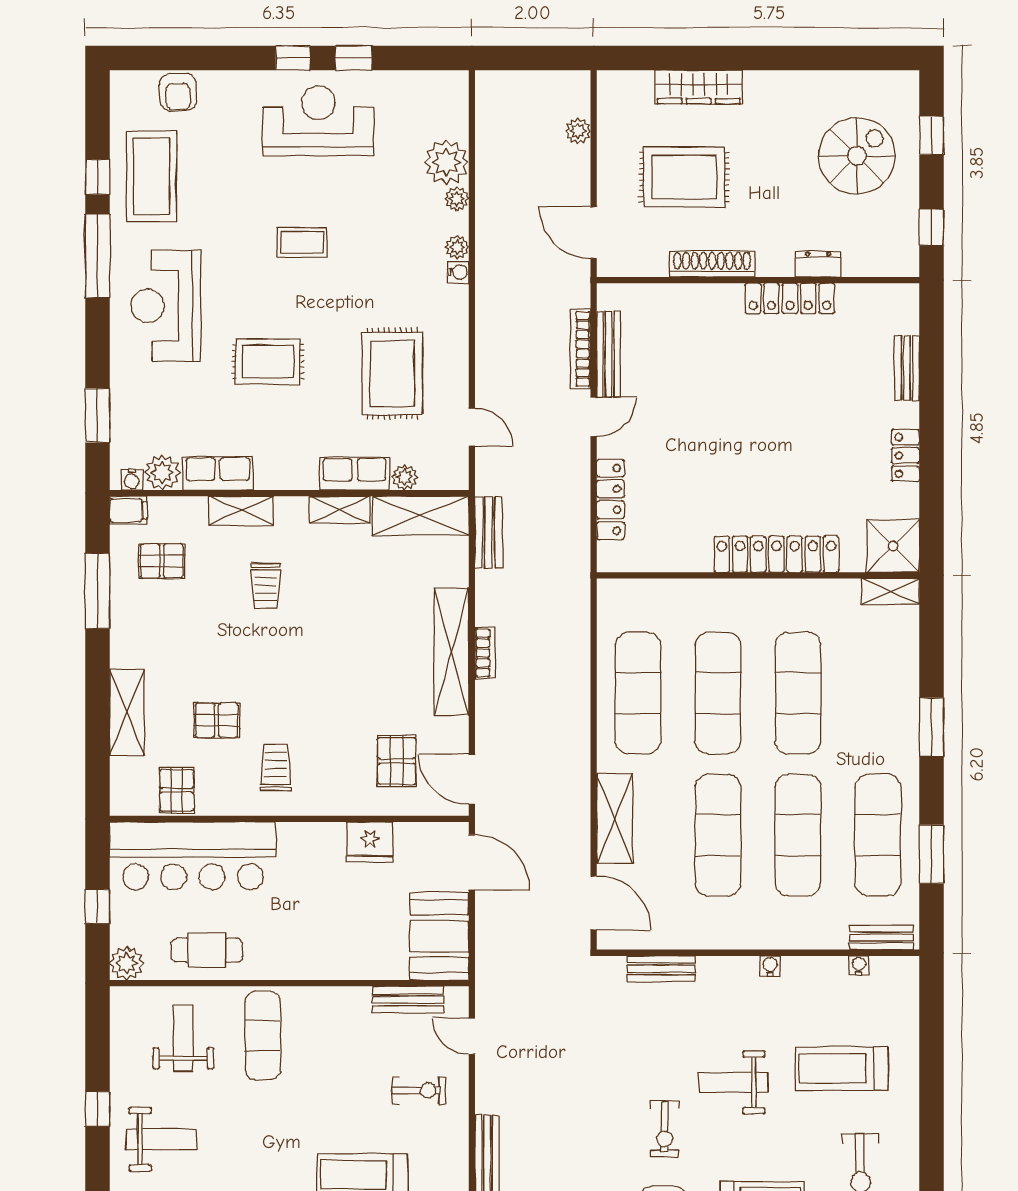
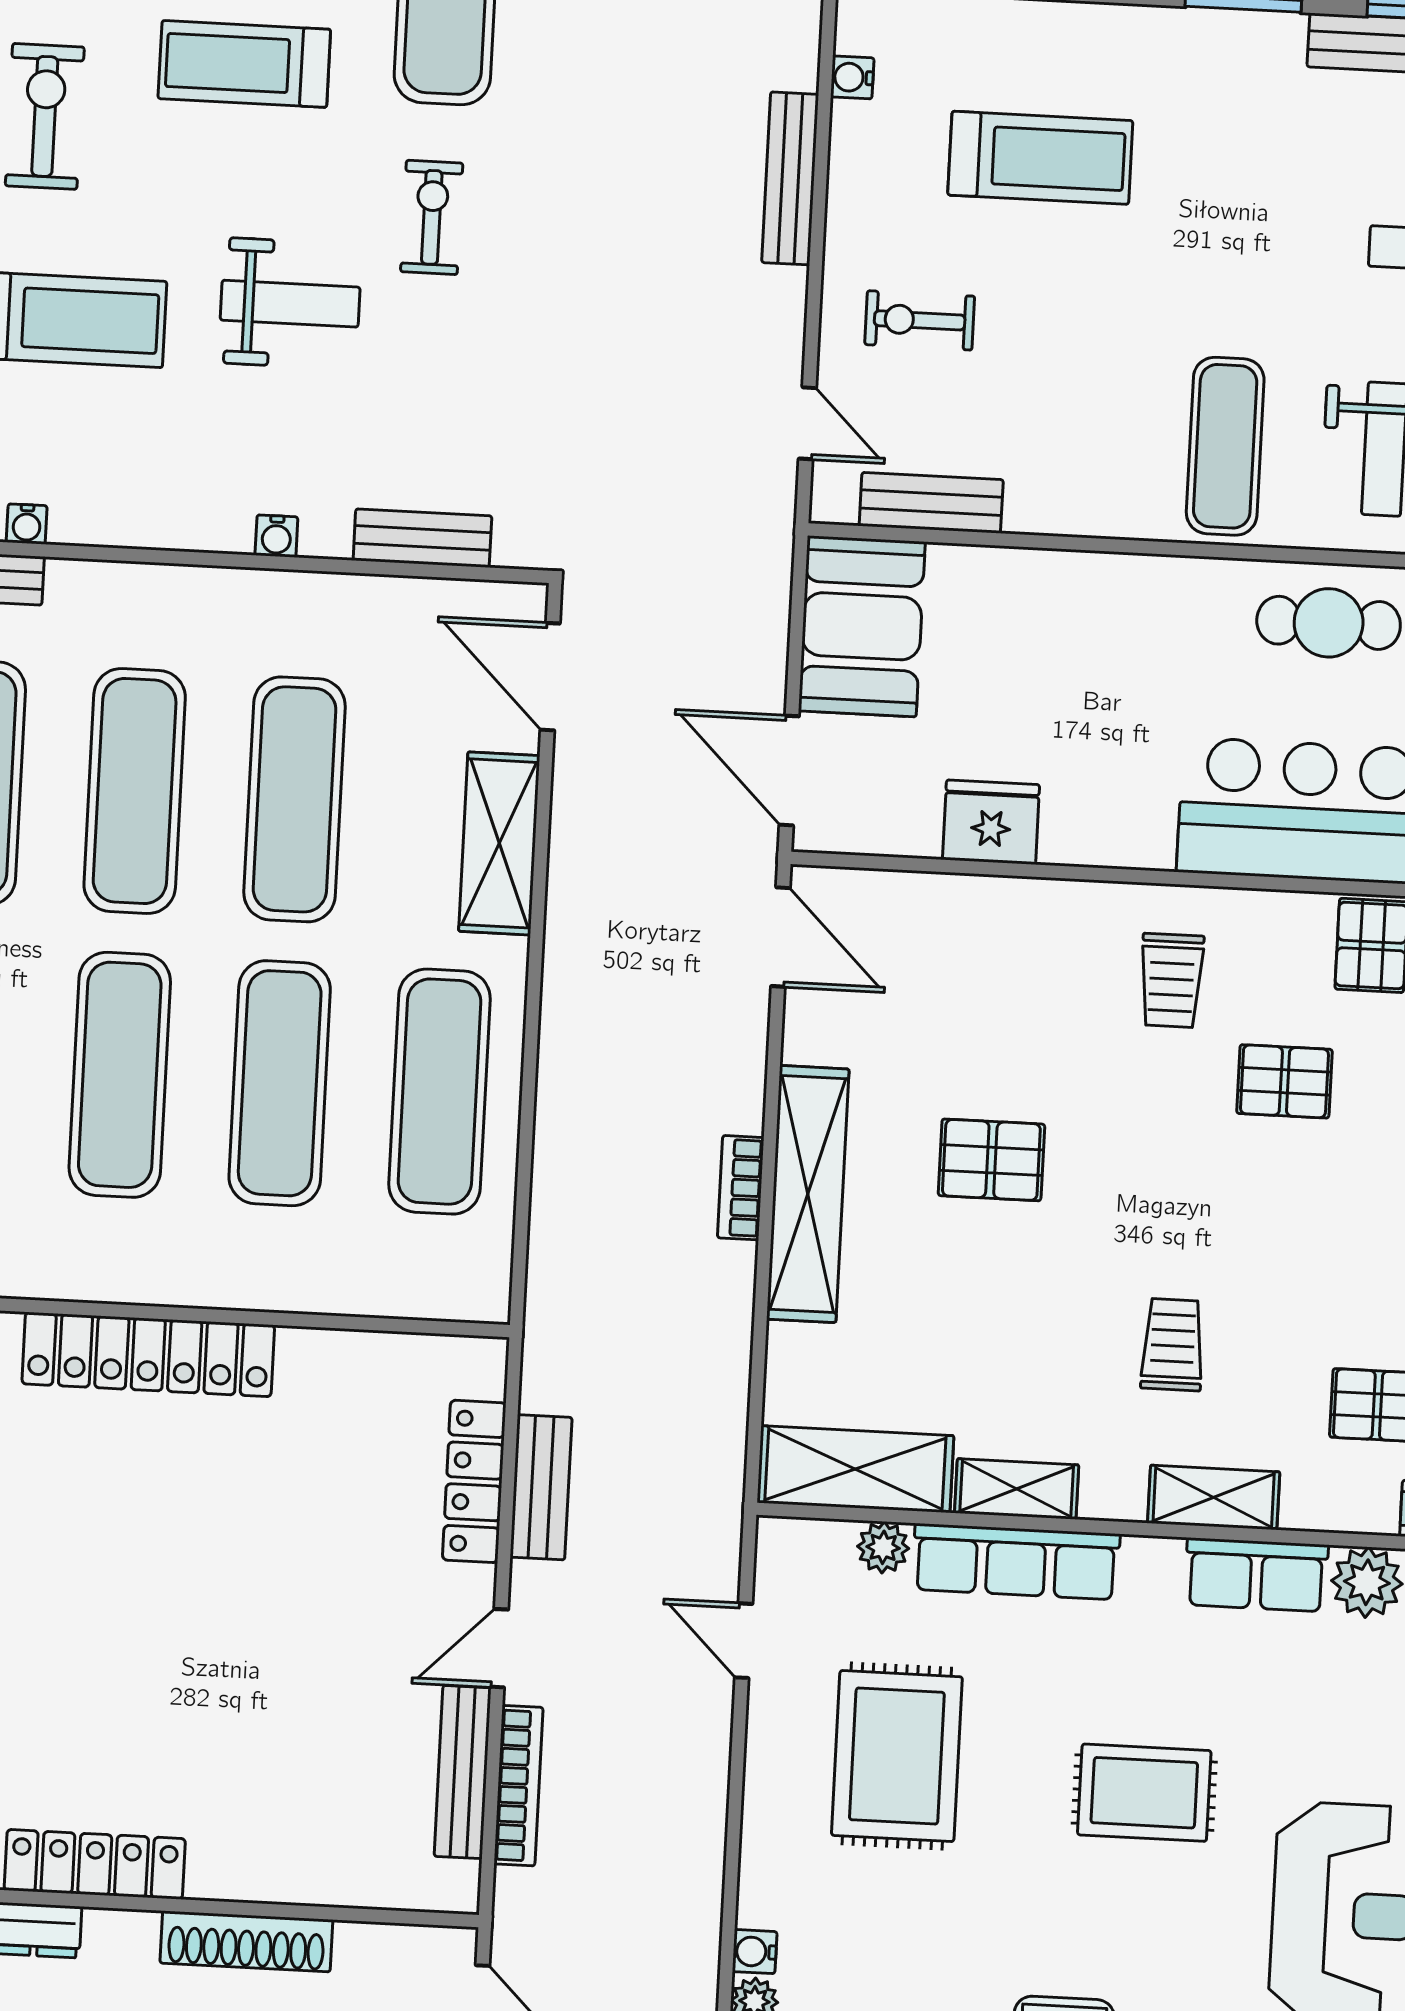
row of seats: (355, 474) -> (1016, 1562), width x1.48
bench: (489, 532) -> (541, 1487), moved
pallet: (397, 761) -> (991, 1160), moved, turned 90
water cooler: (770, 966) -> (276, 536), moved

